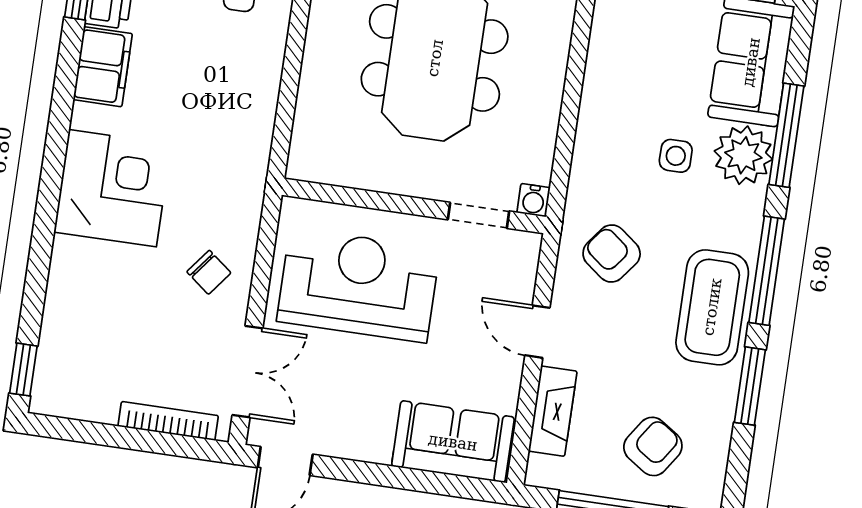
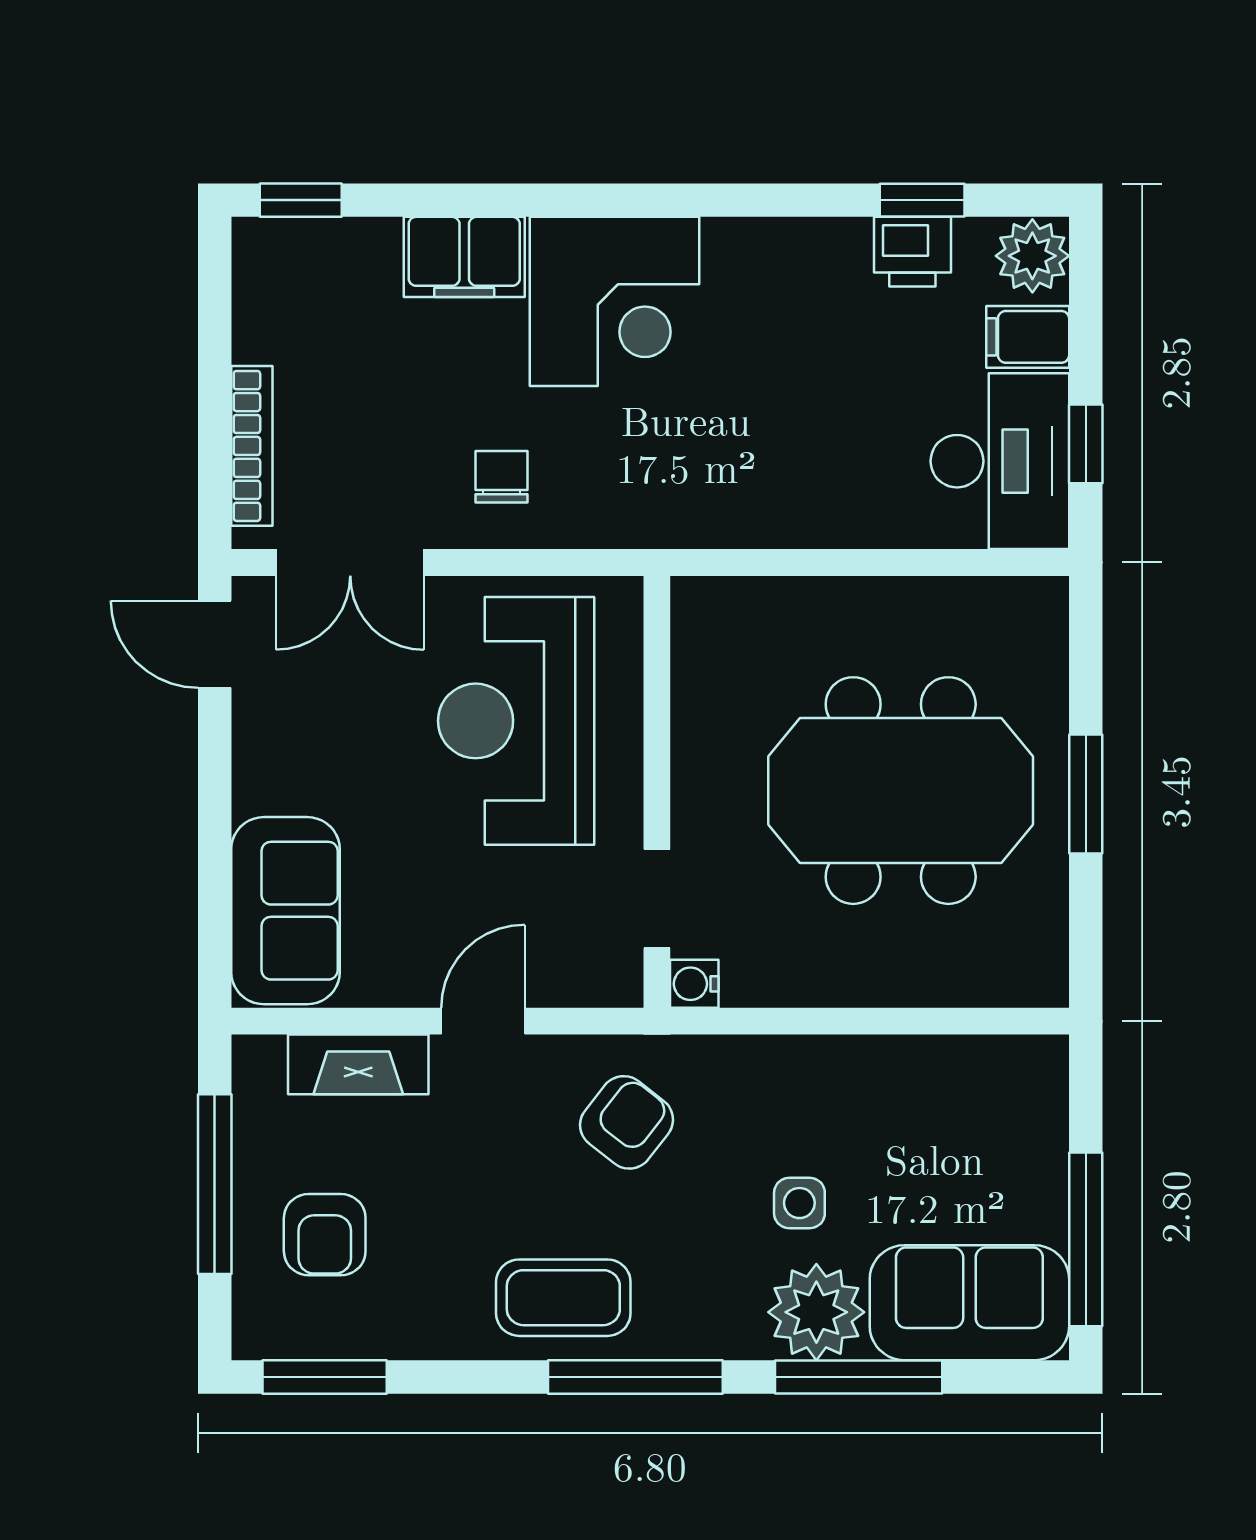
filing cabinet: (103, 67) -> (464, 257), moved
chair: (209, 272) -> (501, 477), turned 142
reception desk: (358, 285) -> (516, 721), turned 180
coffee table: (712, 307) -> (563, 1298), width x0.73, depth x0.76
window: (750, 386) -> (325, 1377), moved
armchair: (653, 446) -> (325, 1235), turned 56

